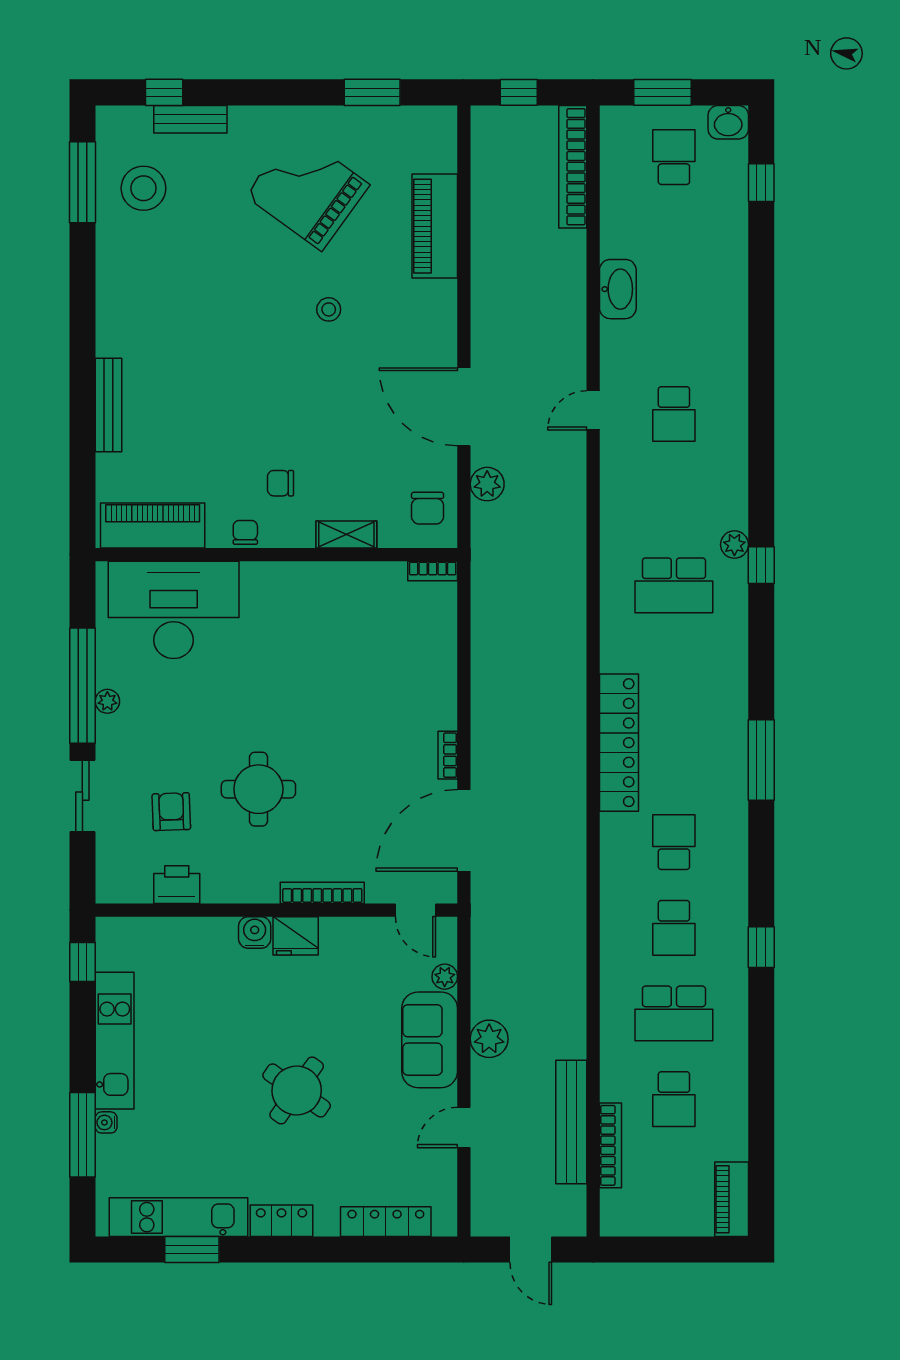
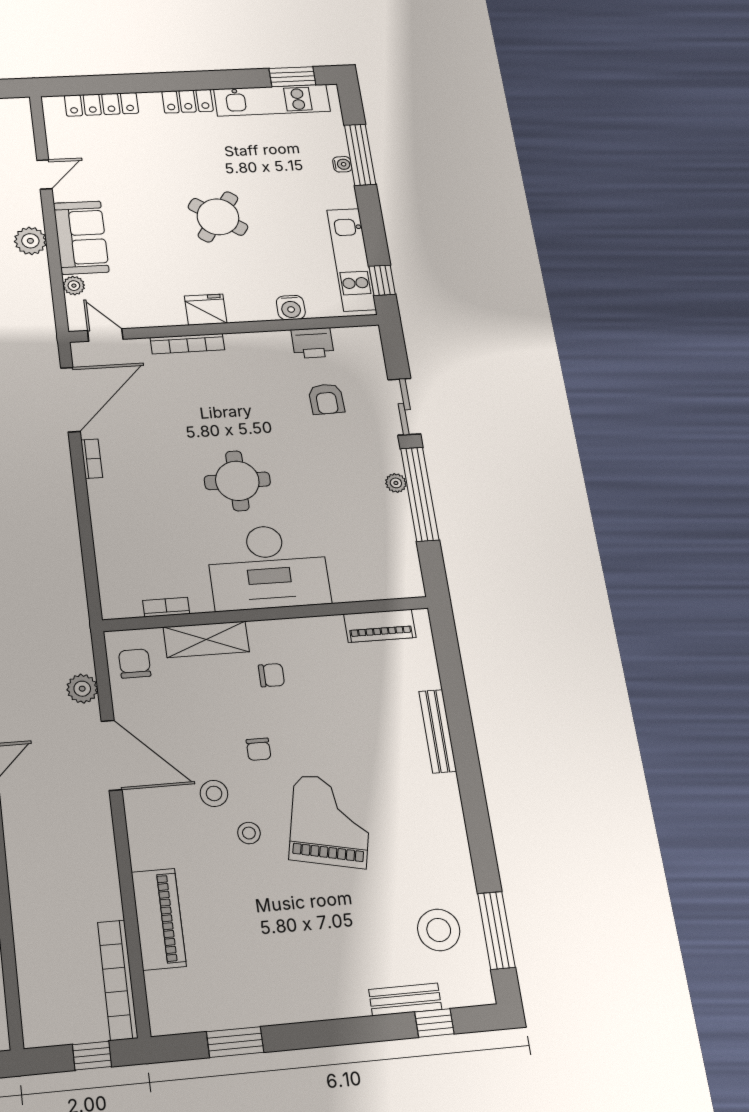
bookcase: (573, 167) -> (118, 980), moved, turned 180
grand piano: (308, 190) -> (330, 821), moved, turned -114
stool: (360, 356) -> (214, 793), added
piano: (153, 525) -> (380, 626), width x0.73, depth x0.75
chair: (245, 532) -> (259, 749), moved
shelving: (346, 535) -> (206, 639), width x1.50, depth x1.33
bookcase: (433, 571) -> (166, 607), moved
desk: (174, 610) -> (268, 567), moved
round table: (258, 789) -> (237, 481), moved
water cooler: (255, 932) -> (291, 308), moved
kitchen unit: (115, 1041) -> (351, 260), moved
round table: (297, 1090) -> (218, 217), moved
window: (192, 1249) -> (292, 77), moved

